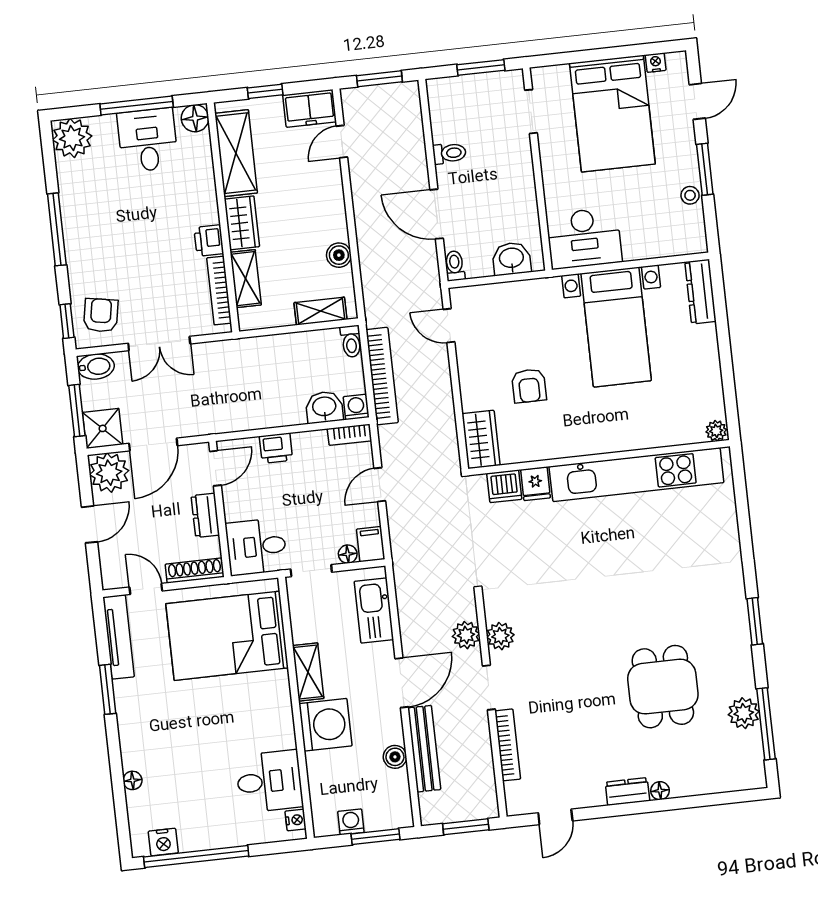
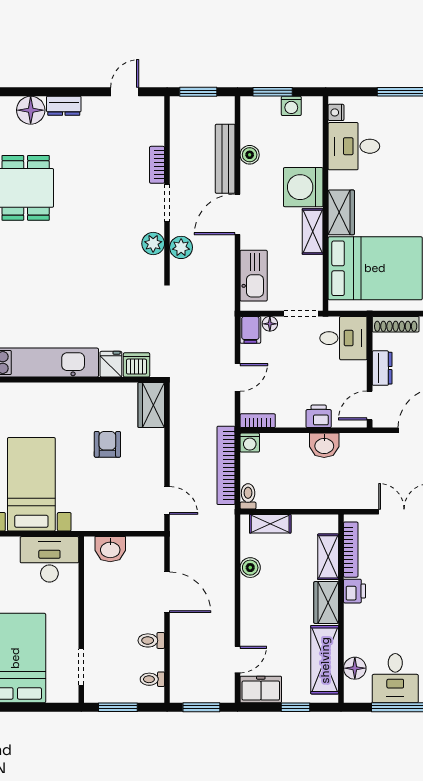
floor lamp: (195, 118) -> (355, 668), moved
toilet: (455, 266) -> (152, 679), moved, turned 90
washbasin: (324, 407) -> (324, 445), moved
wardrobe: (276, 699) -> (341, 212), added
bookcase: (508, 745) -> (157, 165), width x0.64
floor lamp: (660, 791) -> (31, 110), width x1.89, depth x1.89

